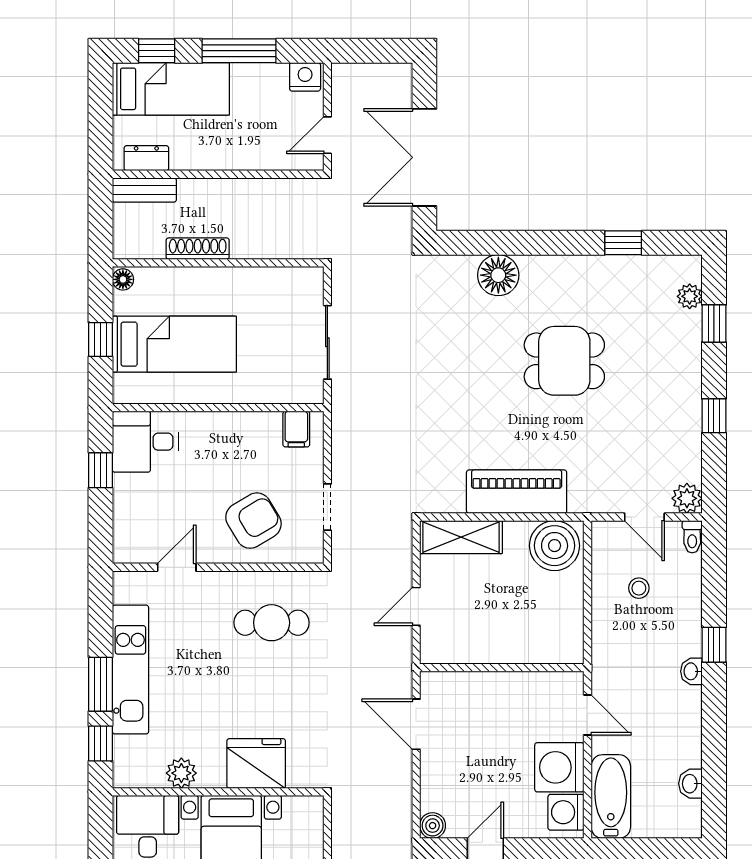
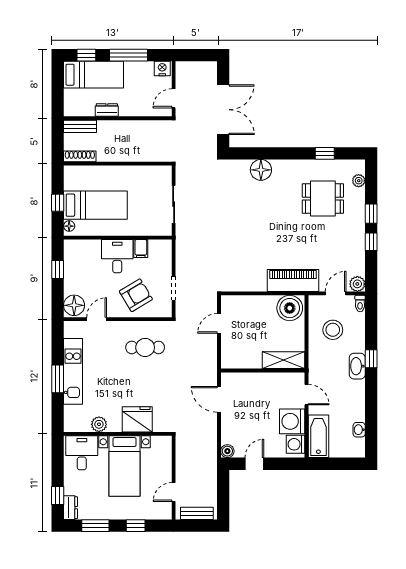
double door: (424, 157) -> (223, 110), swing flipped
dresser: (146, 158) -> (107, 110), moved
shoe rack: (198, 249) -> (80, 156), moved
floor lamp: (123, 279) -> (69, 226), moved
window: (714, 323) -> (371, 214), moved
dining table: (564, 361) -> (323, 199), moved
filing cabinet: (296, 429) -> (141, 249), moved
desk: (145, 442) -> (117, 256), moved, turned 90
piano: (517, 492) -> (293, 281), moved
door: (644, 517) -> (336, 293), swing flipped
shelving: (461, 537) -> (284, 360), moved
floor lamp: (133, 540) -> (74, 305), added
stool: (639, 588) -> (333, 330), width x1.89, depth x1.89
door: (416, 606) -> (219, 323), moved
washbasin: (691, 671) -> (357, 366), width x1.91, depth x1.45
window: (100, 743) -> (58, 409), removed

